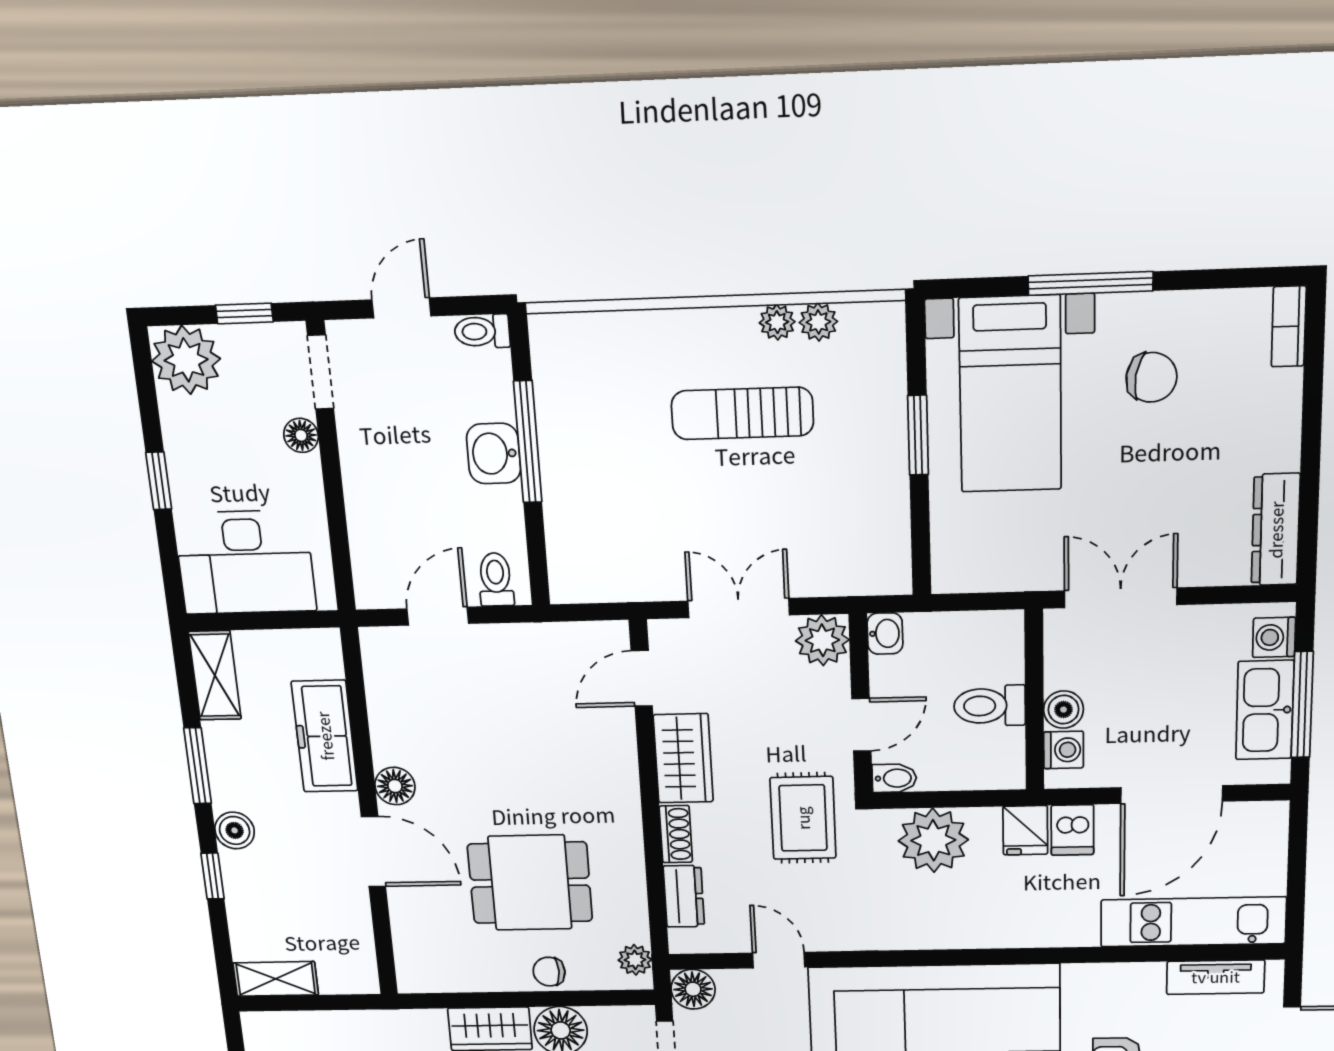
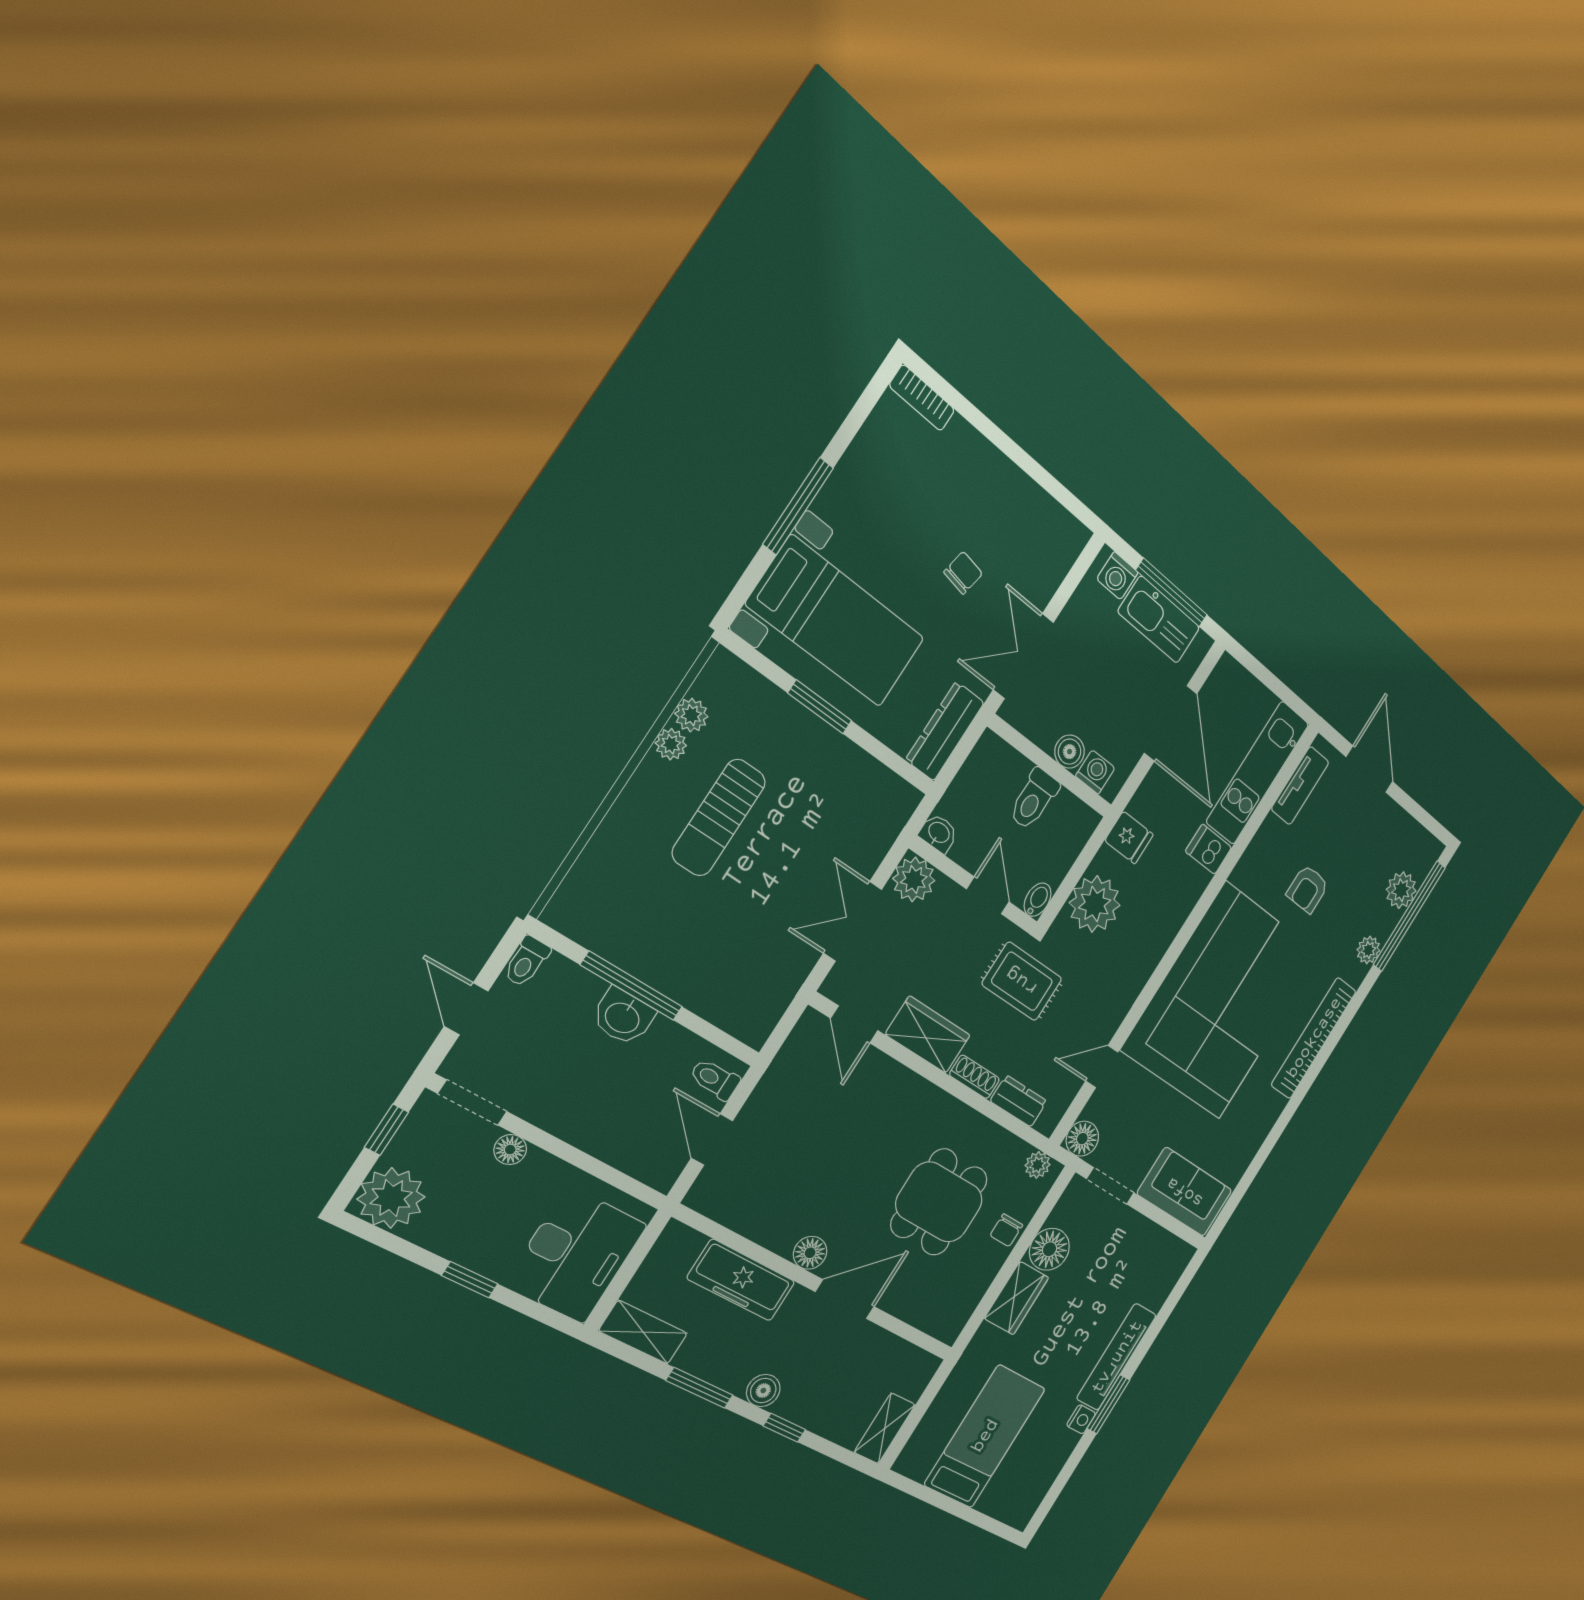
chair: (1151, 377) -> (963, 573), moved, width x0.73, depth x0.73
dresser: (1276, 530) -> (945, 731), moved, turned 90
dishwasher: (1072, 830) -> (1209, 849), moved, turned 180

